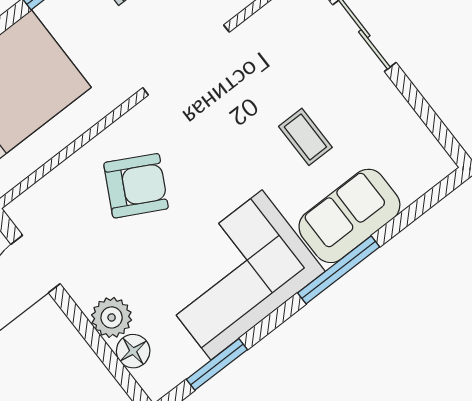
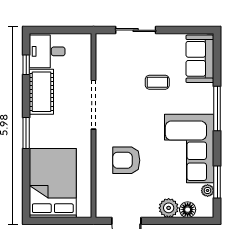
armchair: (136, 186) -> (126, 160), turned -118
sofa: (349, 216) -> (200, 59), moved
plant: (190, 360) -> (208, 190), added

